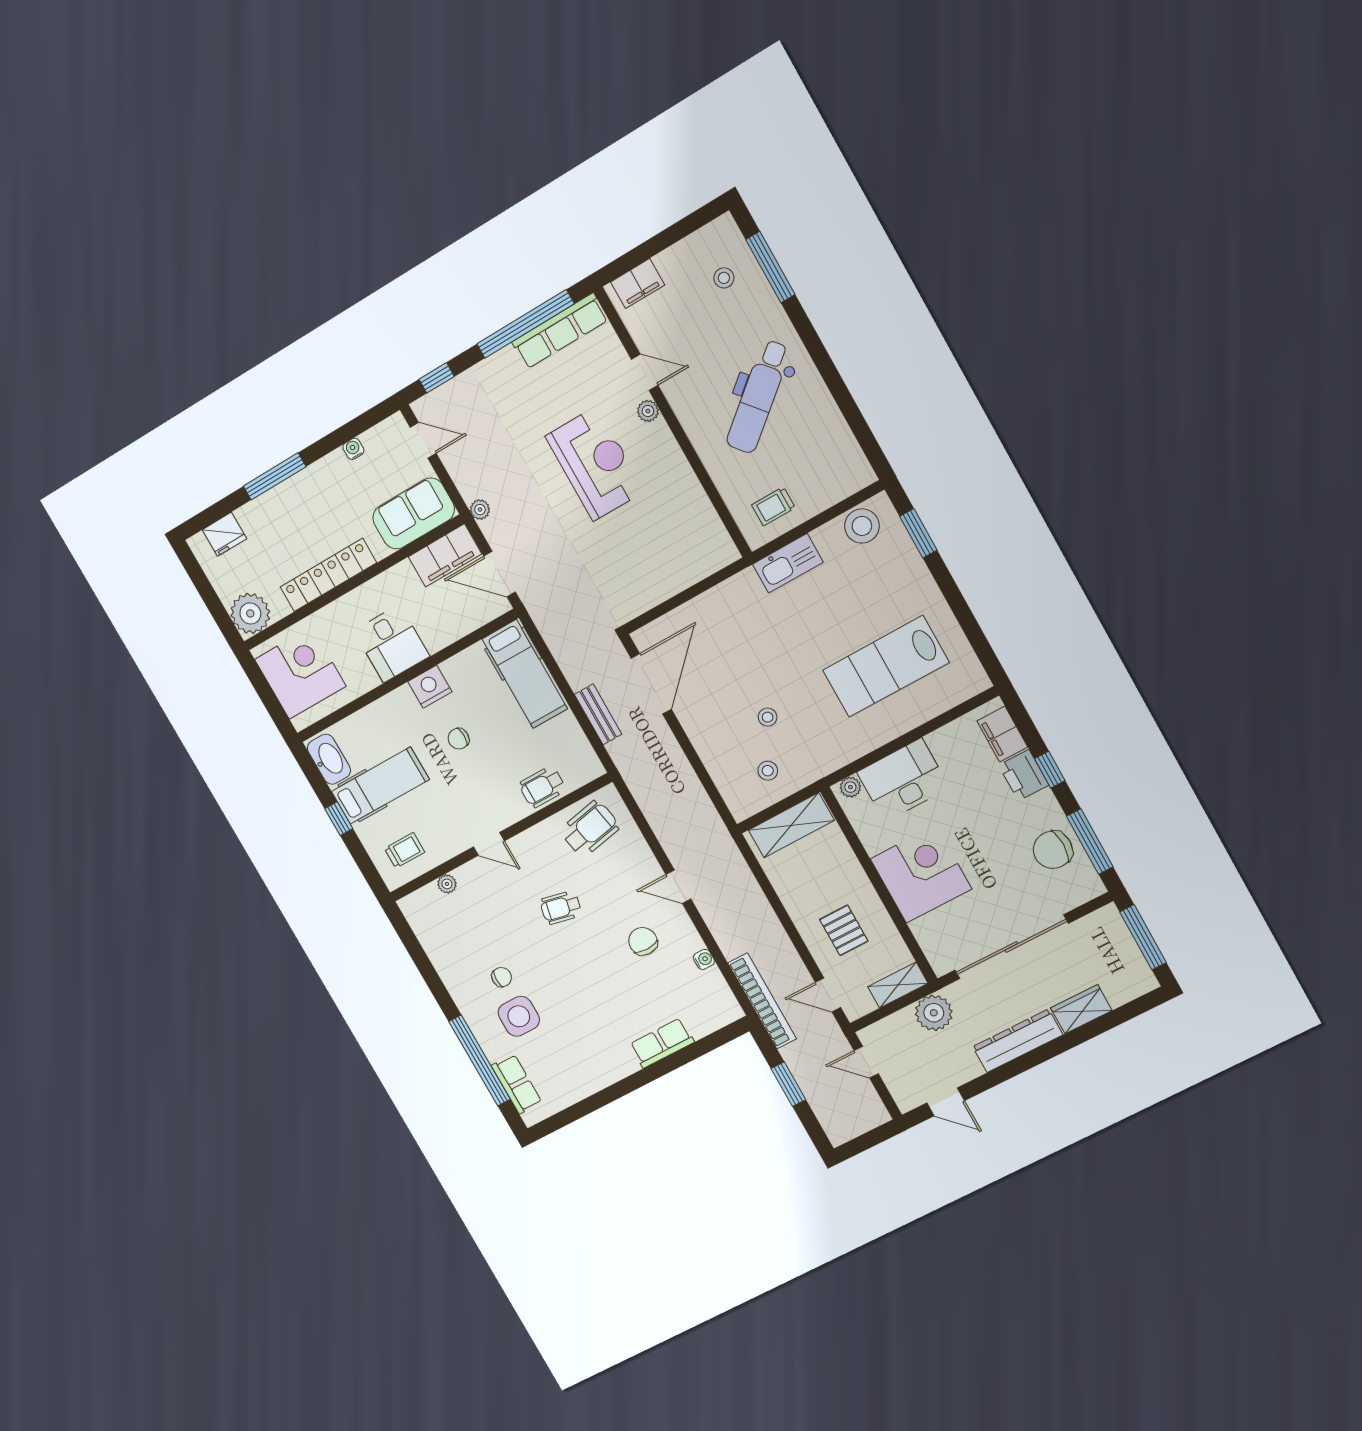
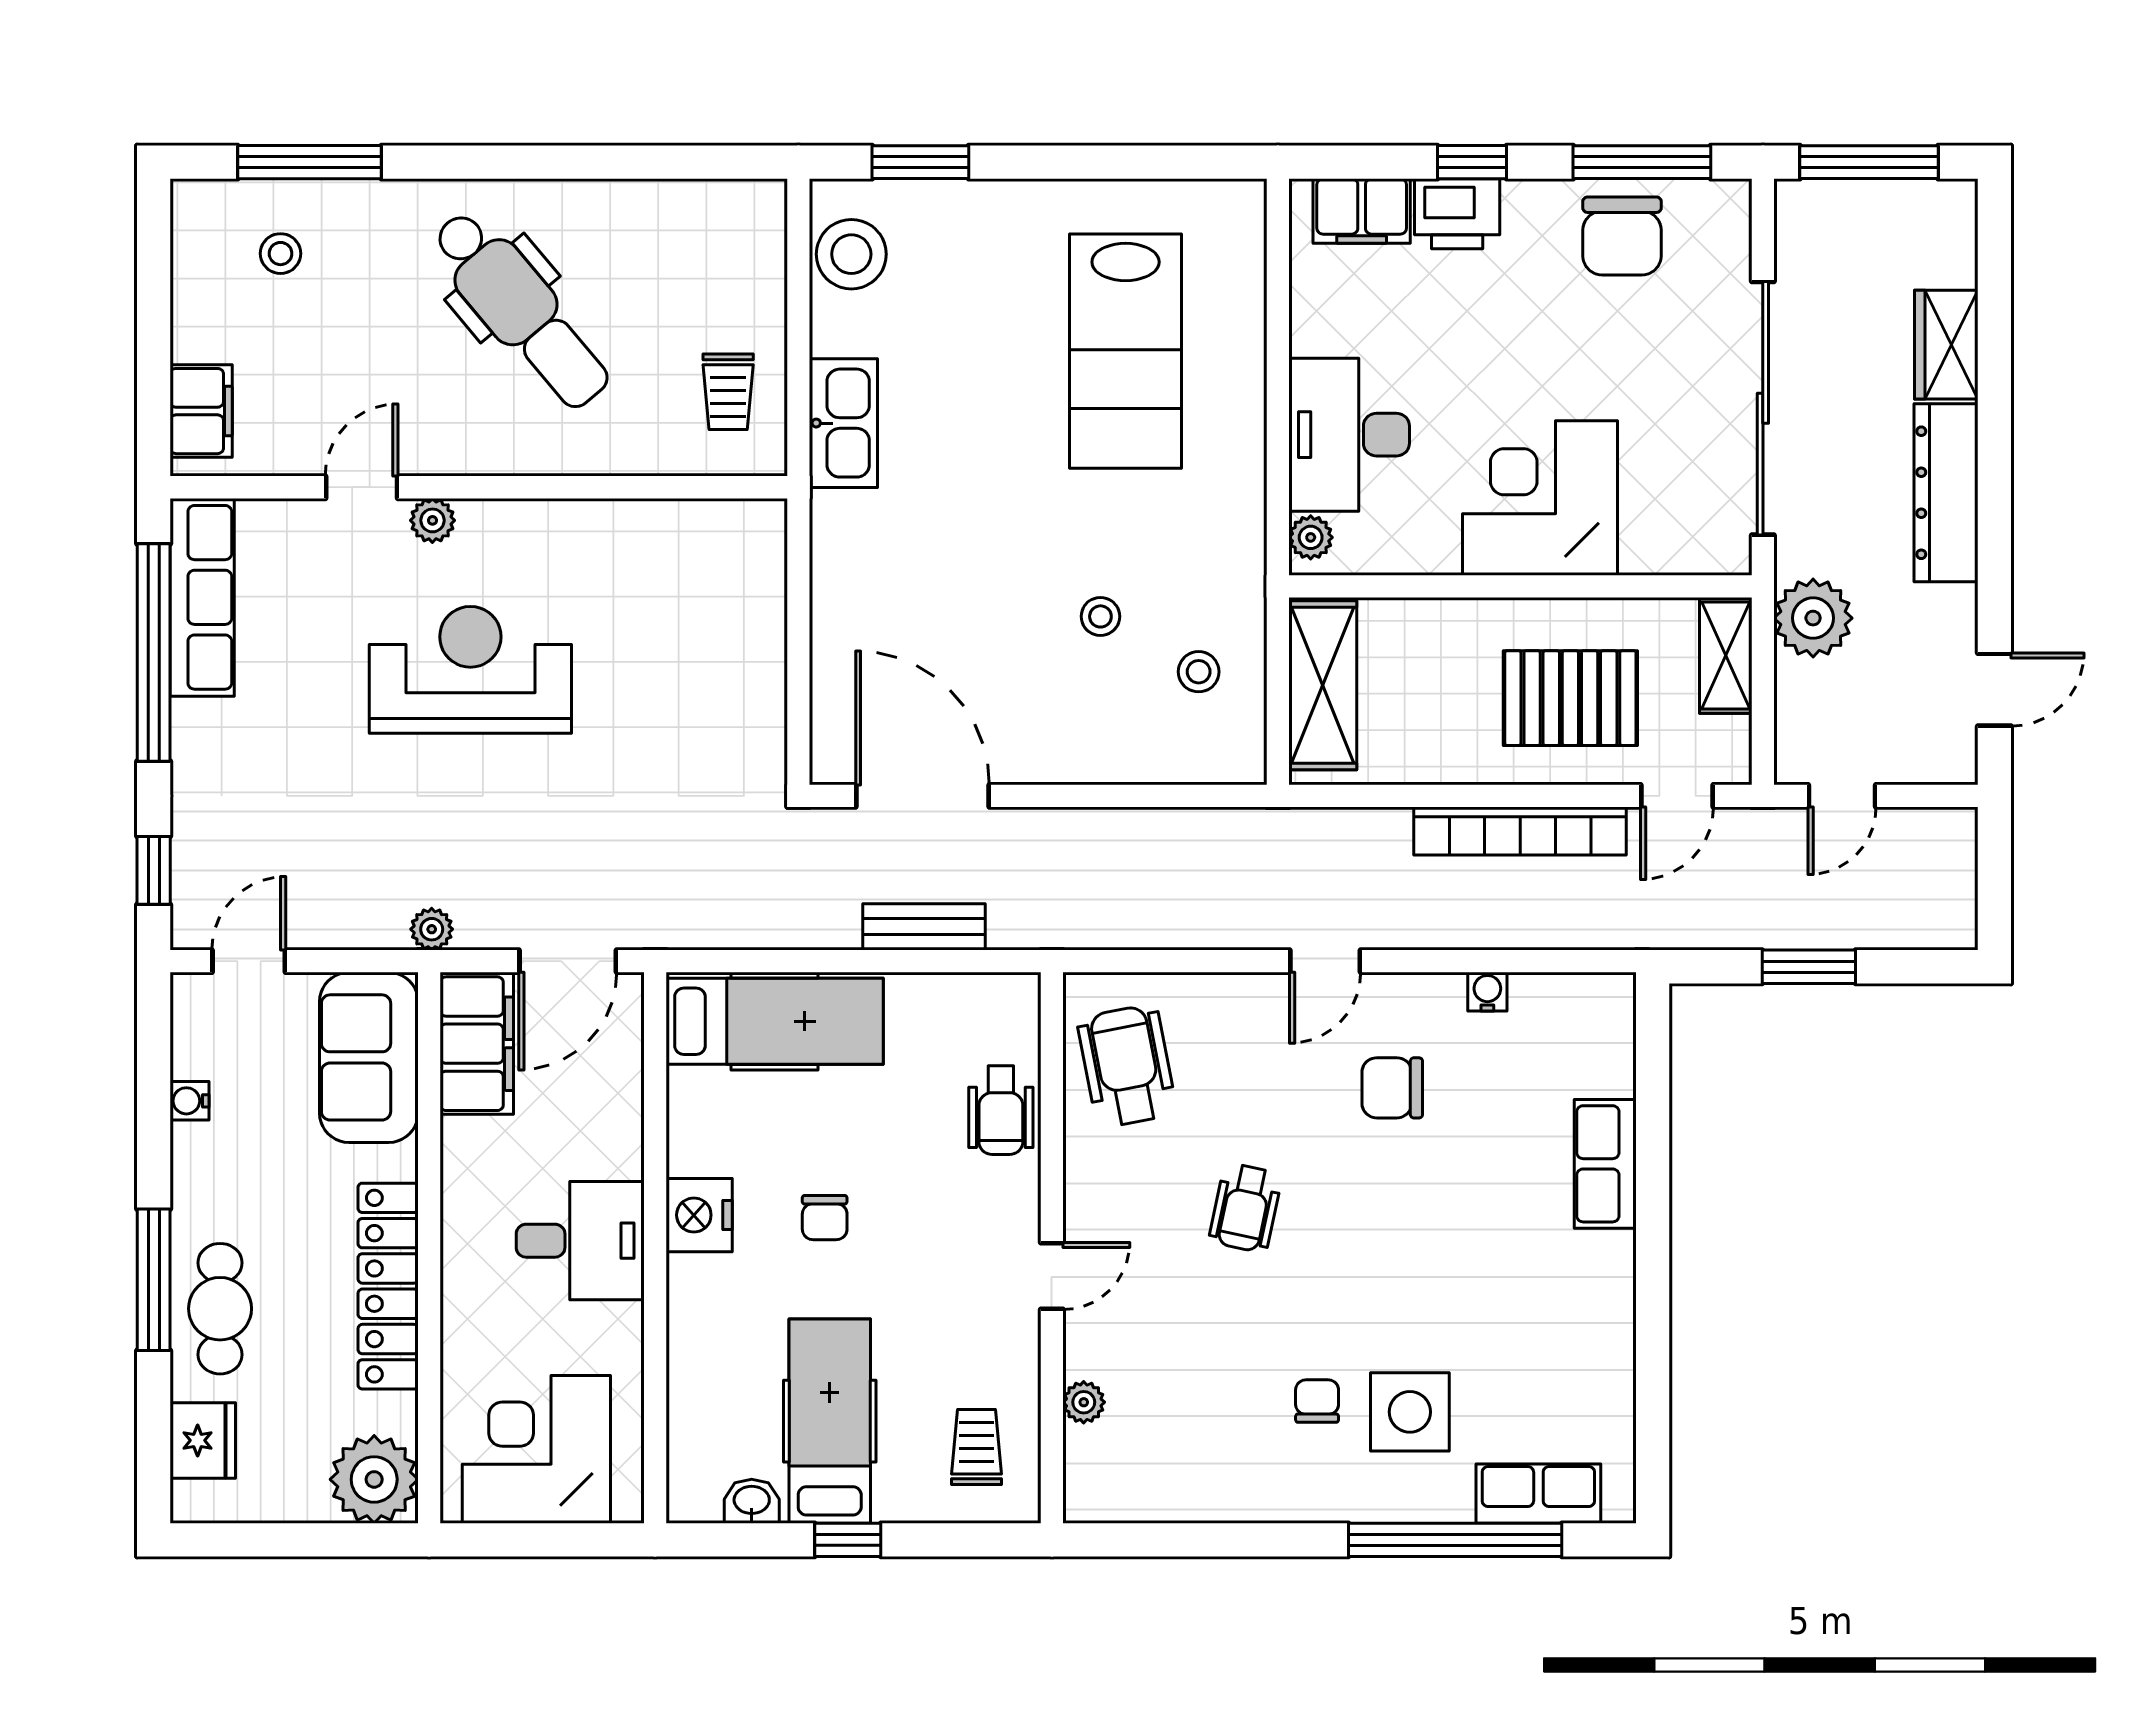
cafe table: (279, 511) -> (220, 1309), added
washbasin: (329, 759) -> (752, 1501), width x0.52, depth x0.69
pallet: (844, 930) -> (1570, 698), width x1.50, depth x1.42
bookcase: (762, 1001) -> (1520, 831), moved, turned 180

